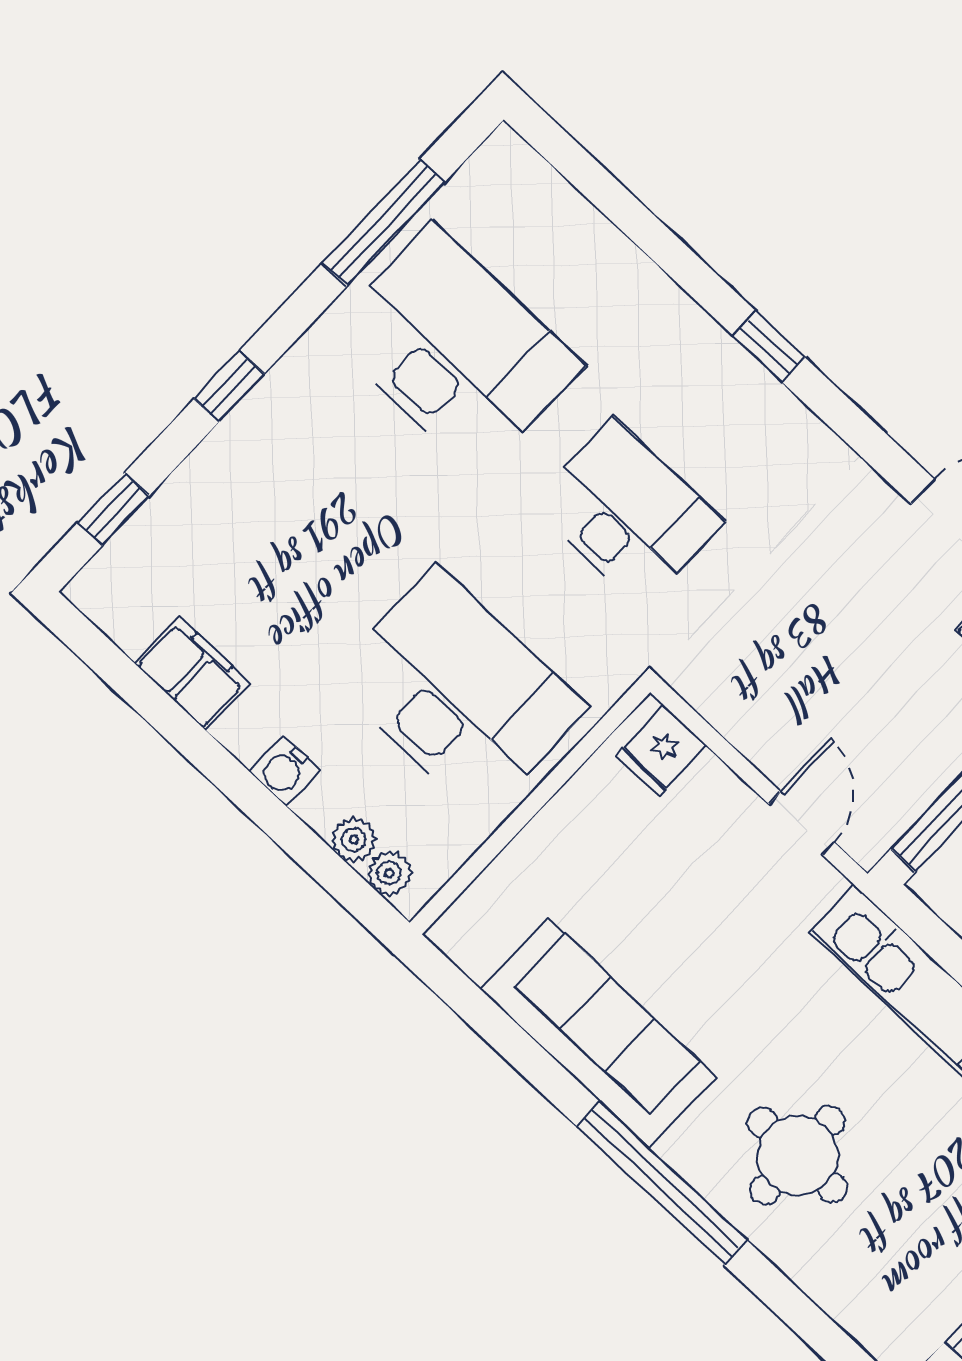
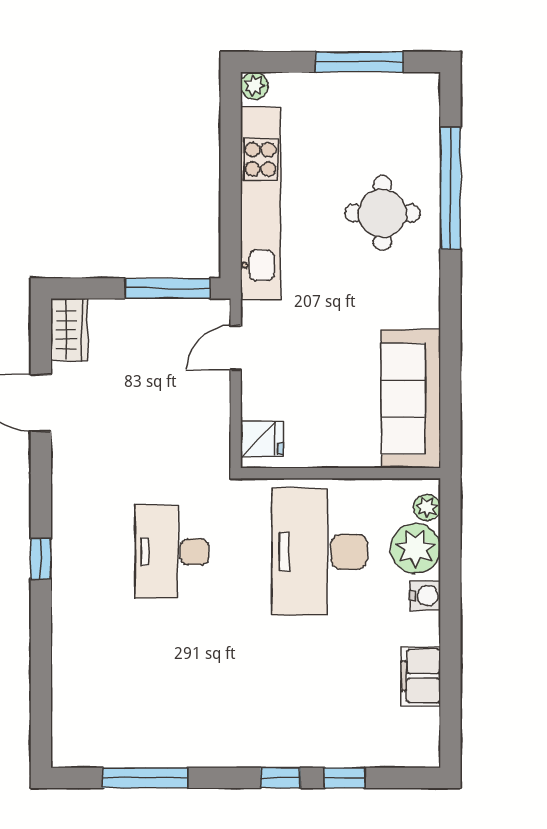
desk: (455, 350) -> (172, 694), removed
window: (114, 509) -> (345, 778), moved
plant: (354, 840) -> (415, 548), width x1.88, depth x1.88
sofa: (599, 1033) -> (411, 399), moved
window: (662, 1183) -> (450, 188), moved

